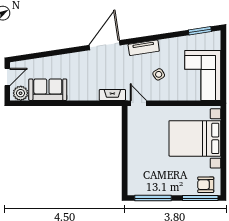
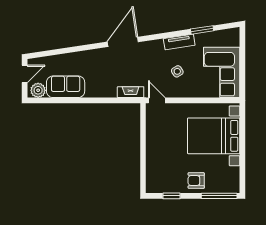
window: (200, 31) -> (202, 30), moved
tv unit: (144, 48) -> (179, 42), moved
armchair: (206, 185) -> (196, 181), moved
window: (153, 198) -> (172, 196), width x0.46

